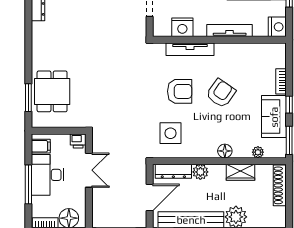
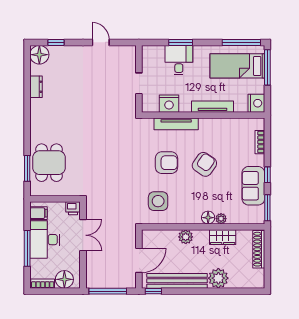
bookcase: (281, 81) -> (260, 142), moved
plant: (258, 152) -> (221, 219), moved
dresser: (173, 171) -> (161, 236), removed

